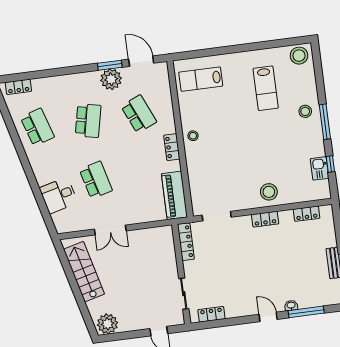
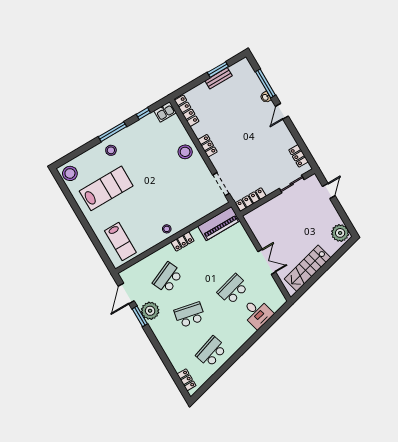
lab bench: (266, 88) -> (106, 188), width x1.36, depth x1.39
kitchen sink: (319, 168) -> (165, 112), moved
locker: (307, 214) -> (187, 111), width x1.53

